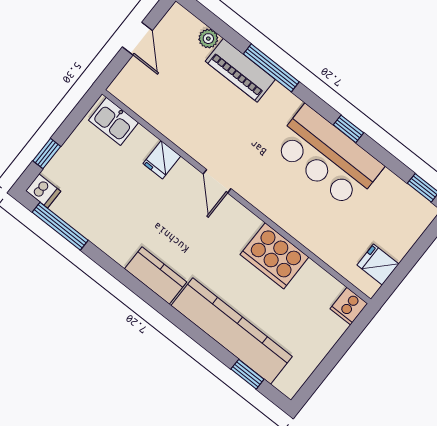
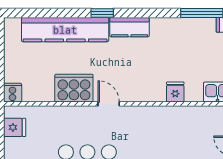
door: (217, 181) -> (109, 104), moved
window: (247, 374) -> (102, 13), moved

